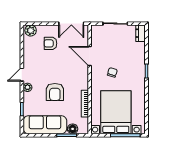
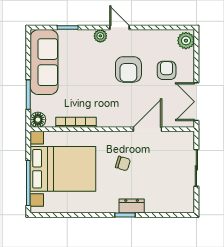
dresser: (141, 33) -> (132, 206), moved
armchair: (55, 92) -> (128, 69), moved, turned -90
floor lamp: (73, 129) -> (38, 120), moved

